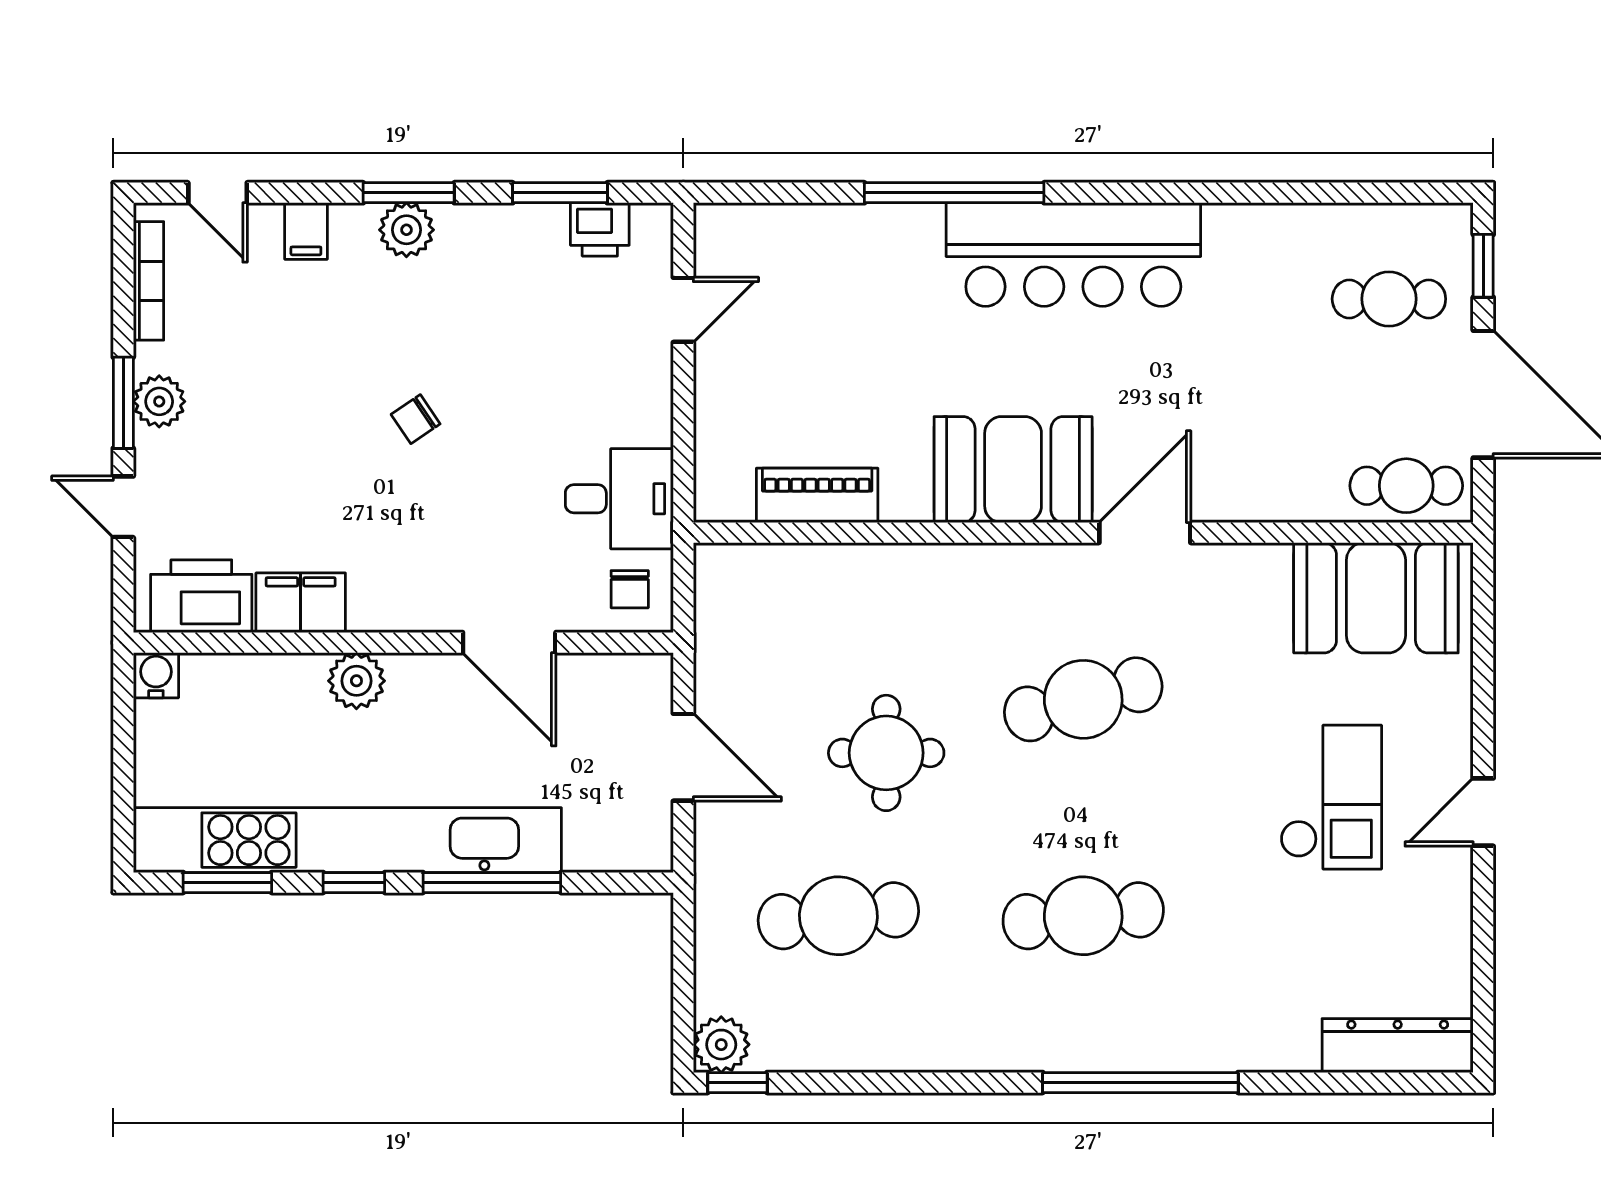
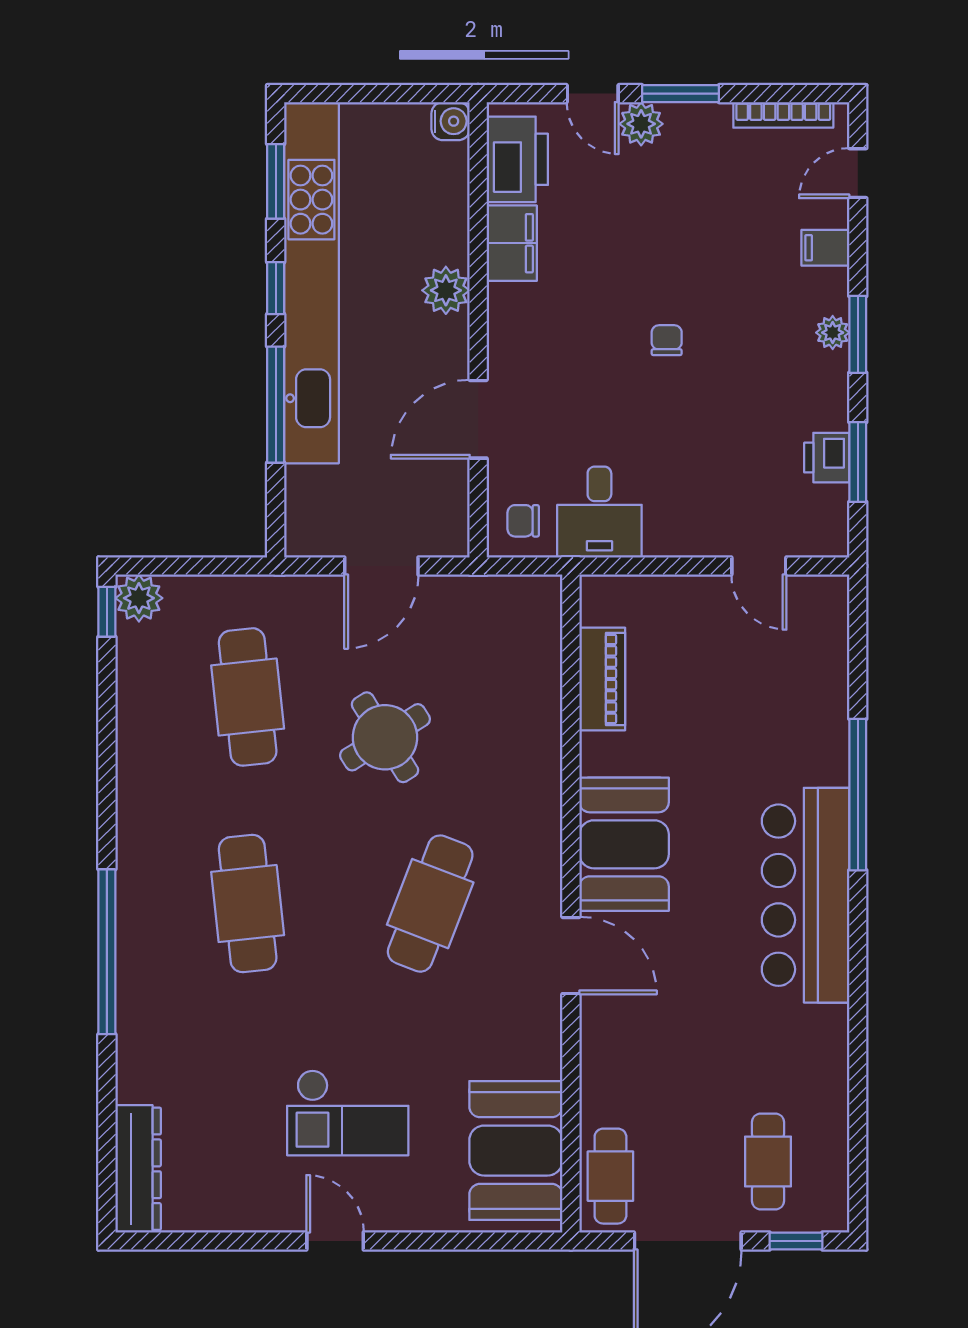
printer: (600, 229) -> (827, 458), moved
plant: (406, 230) -> (833, 333), width x0.73, depth x0.73
plant: (159, 401) -> (641, 124), moved
chair: (416, 419) -> (667, 340), turned 34
door: (123, 507) -> (593, 94), swing flipped
cafe table: (1083, 699) -> (430, 904), turned 36
round table: (886, 753) -> (385, 737), turned -32

